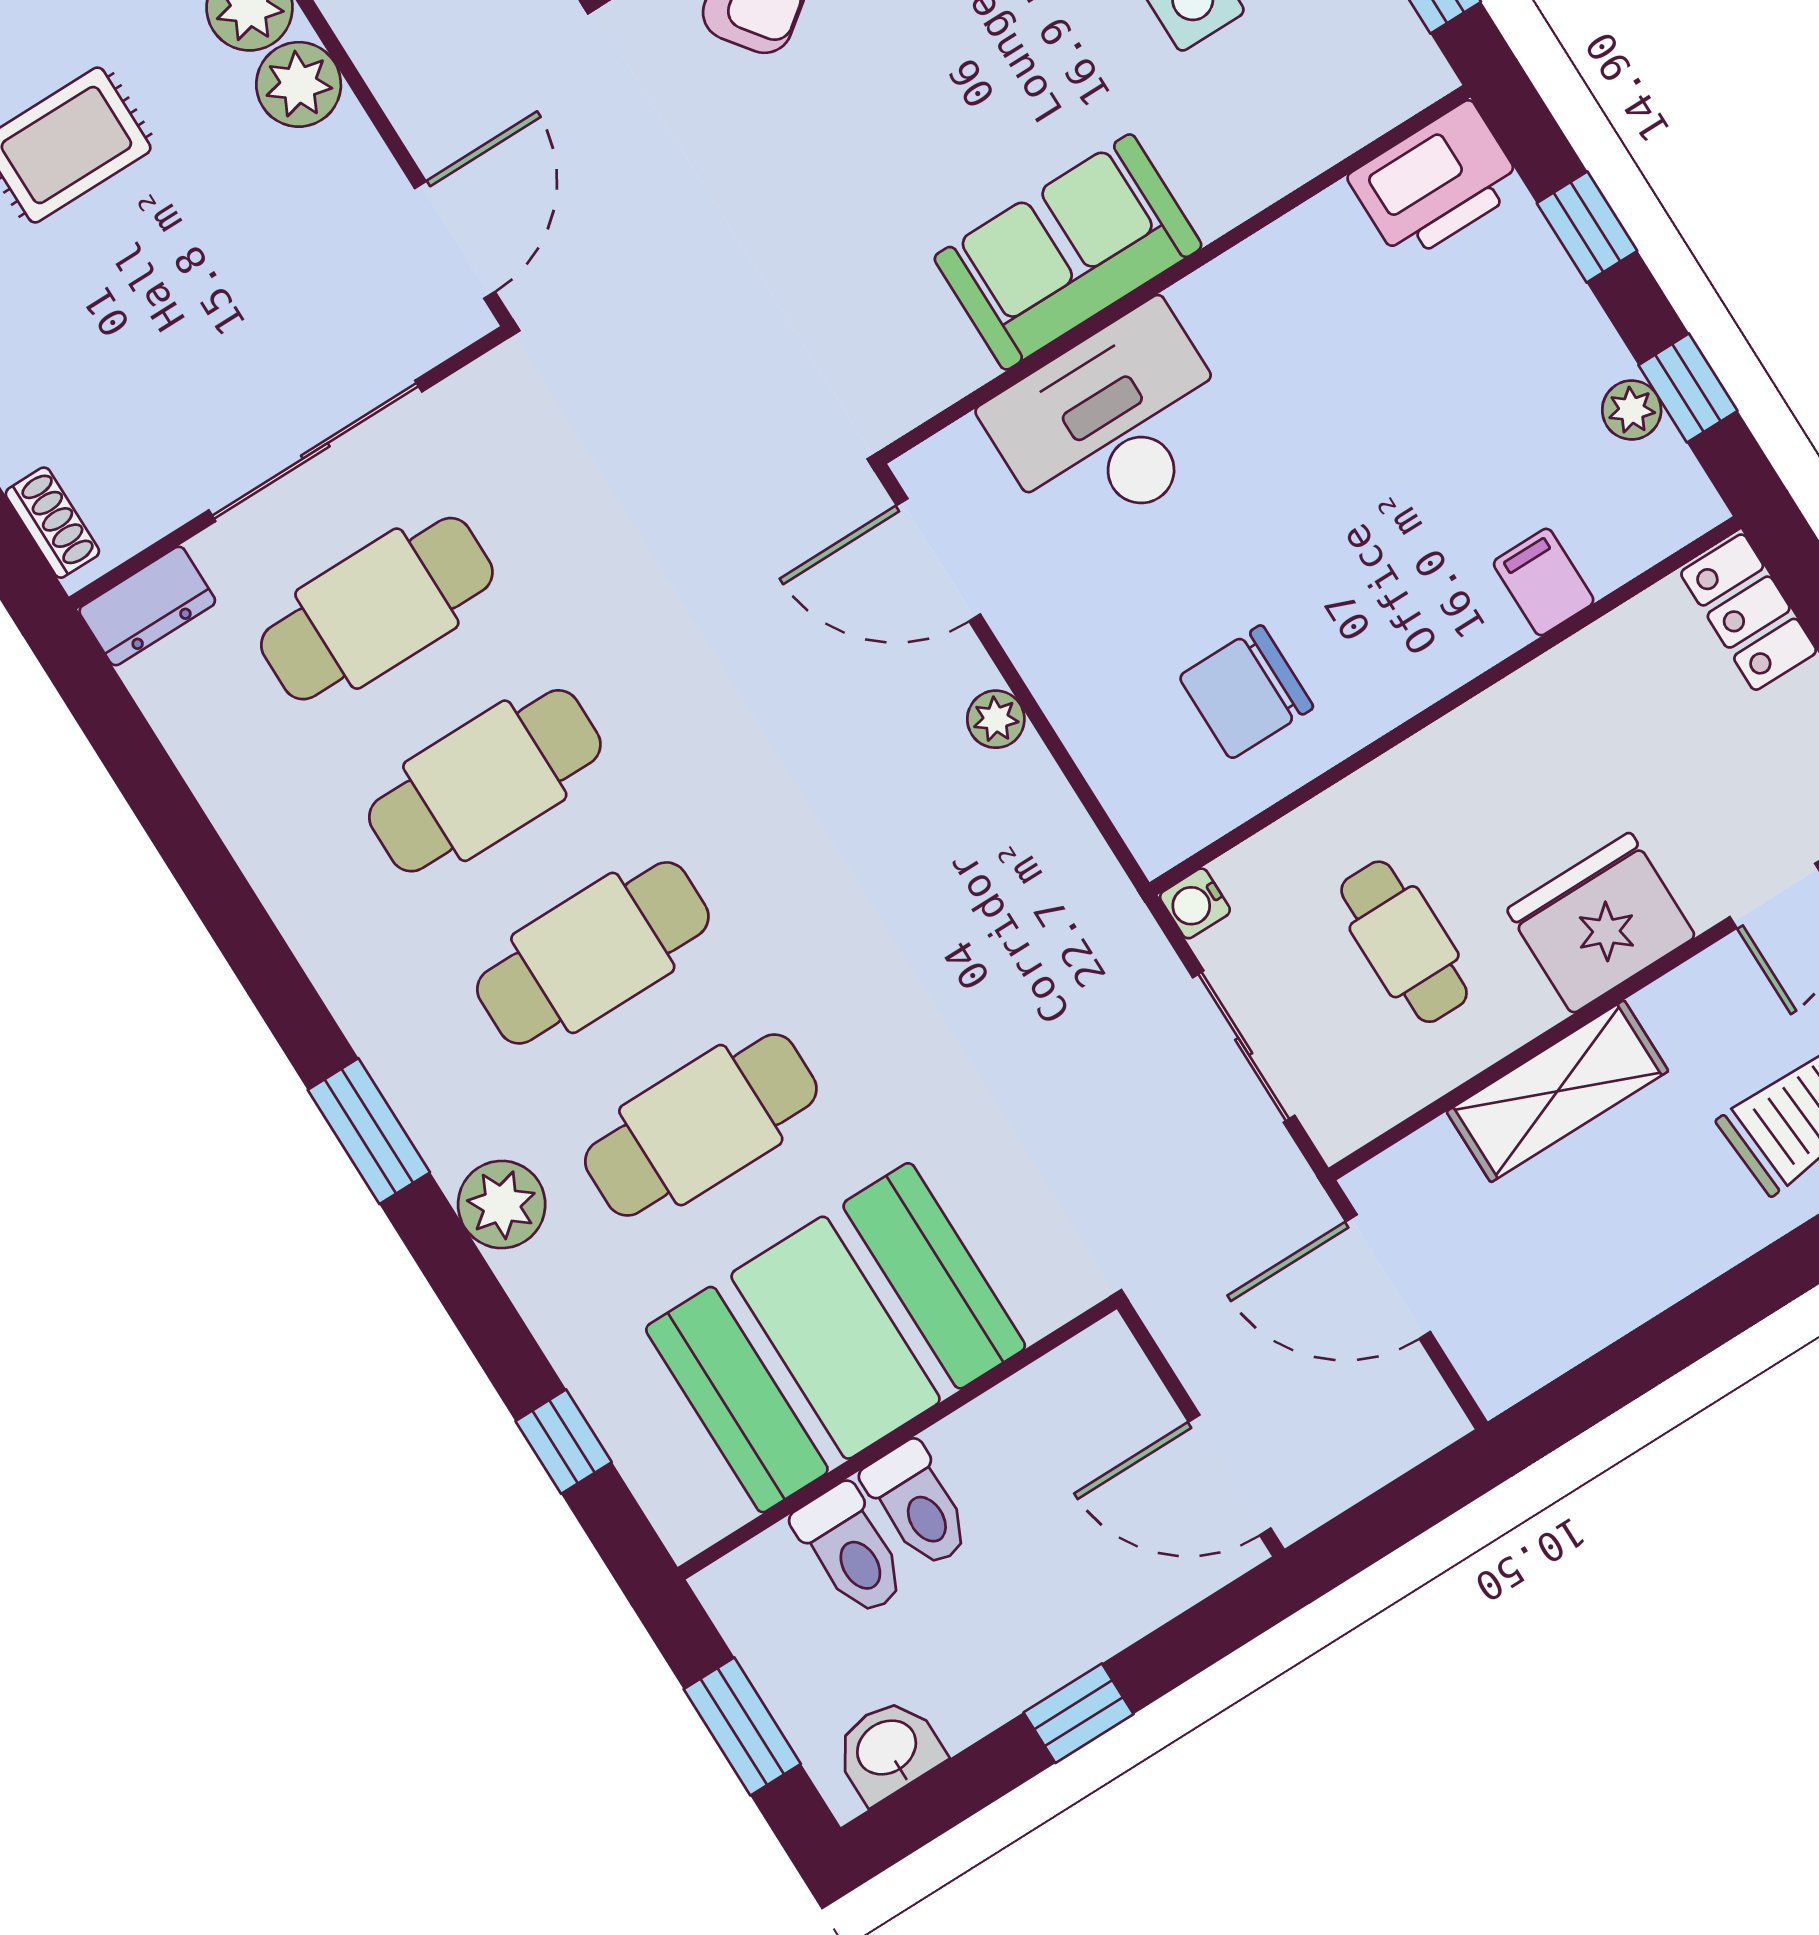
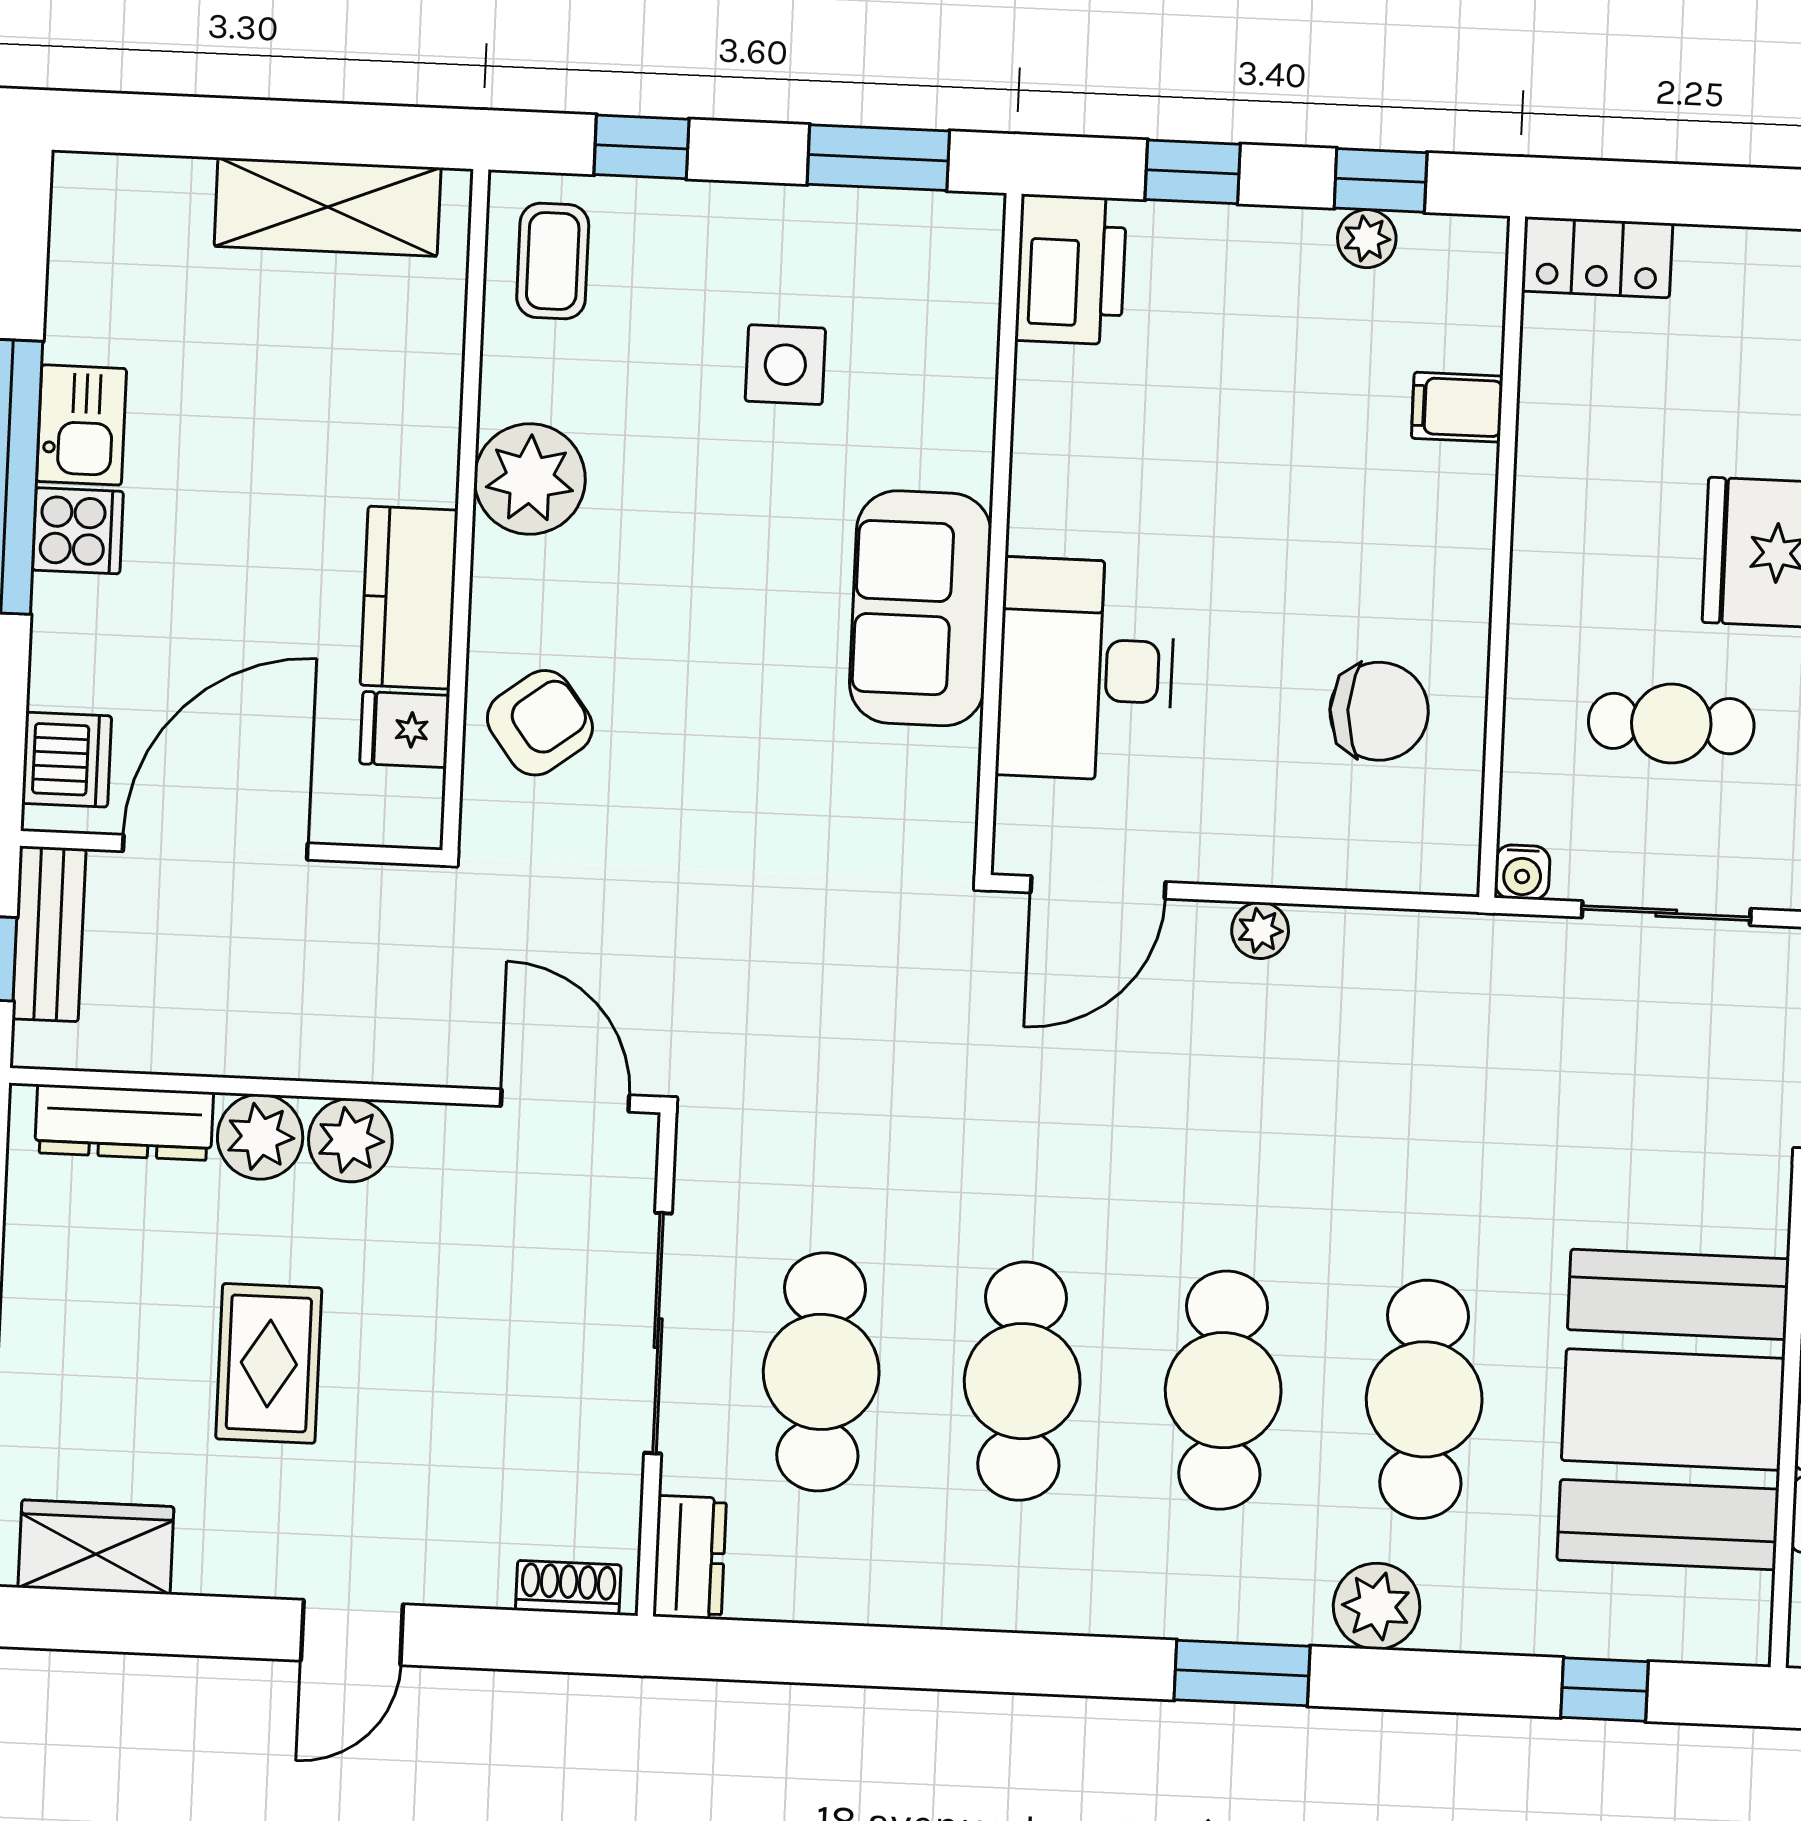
chair: (1246, 692) -> (1379, 711), turned -90

